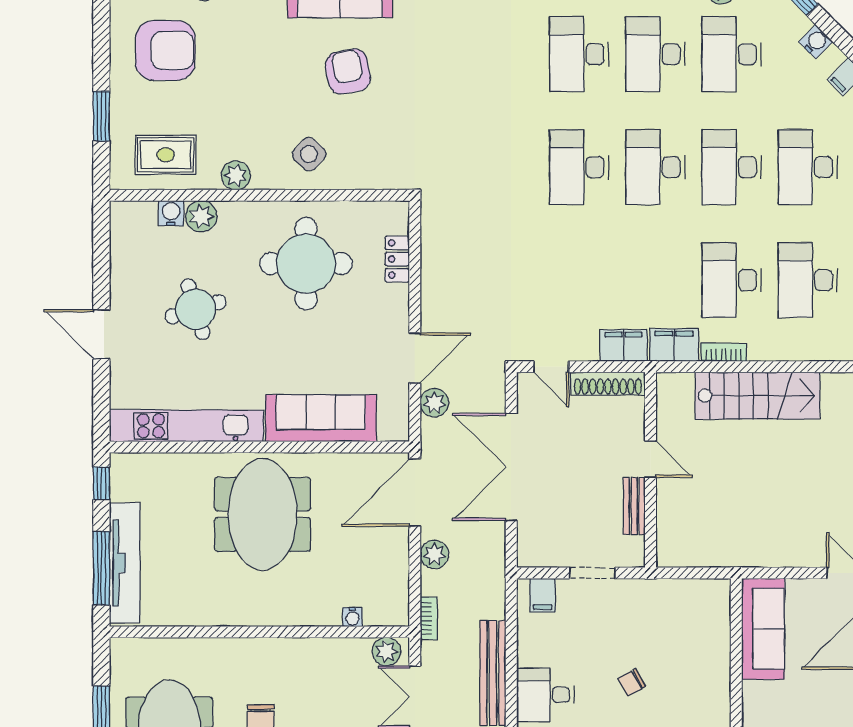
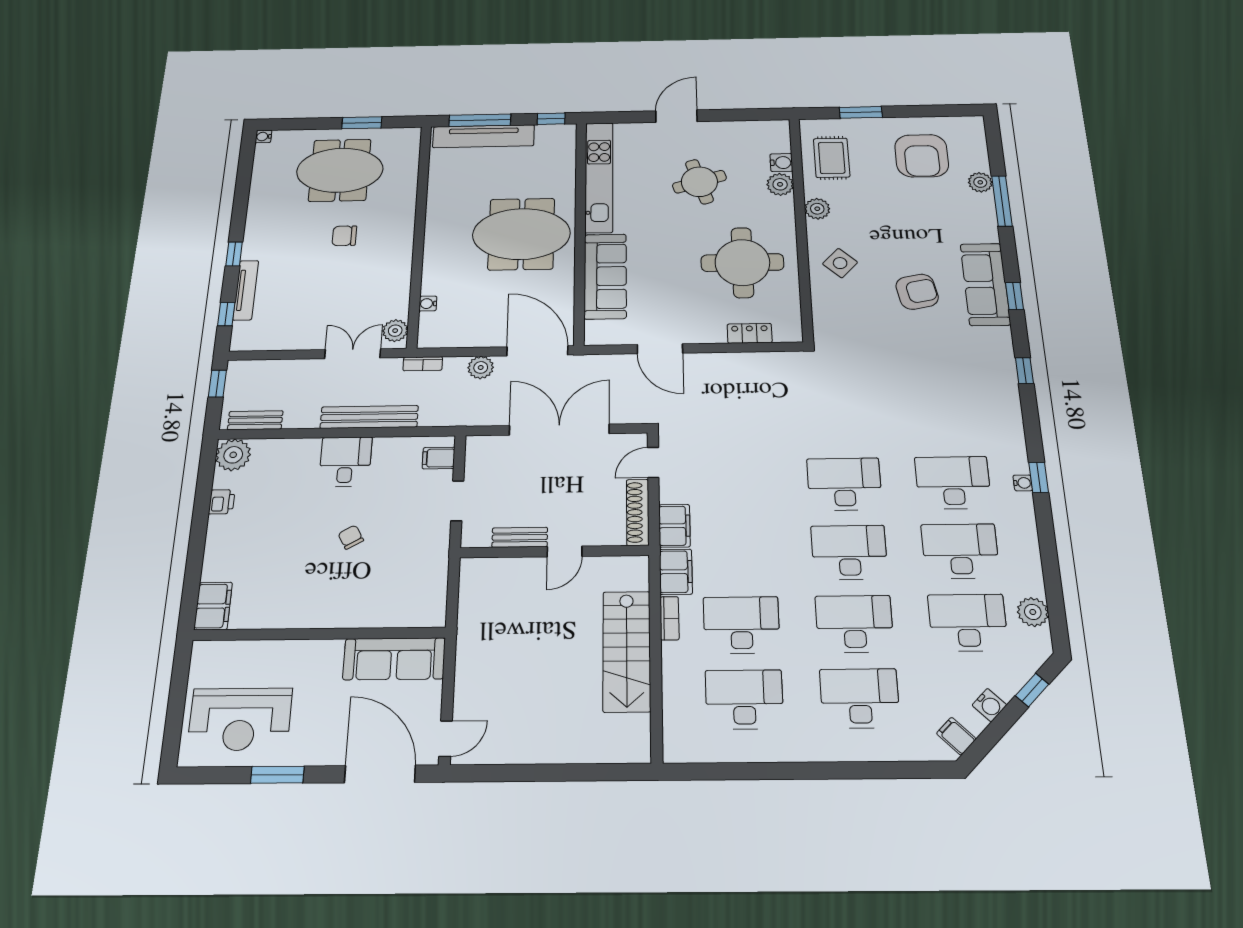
plant: (434, 403) -> (619, 365), removed

